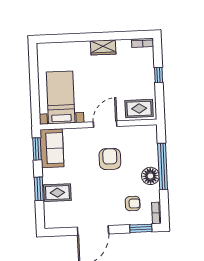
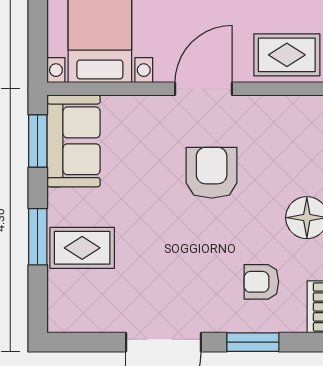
armchair: (133, 204) -> (261, 282), turned 180
window: (141, 228) -> (253, 342), moved

